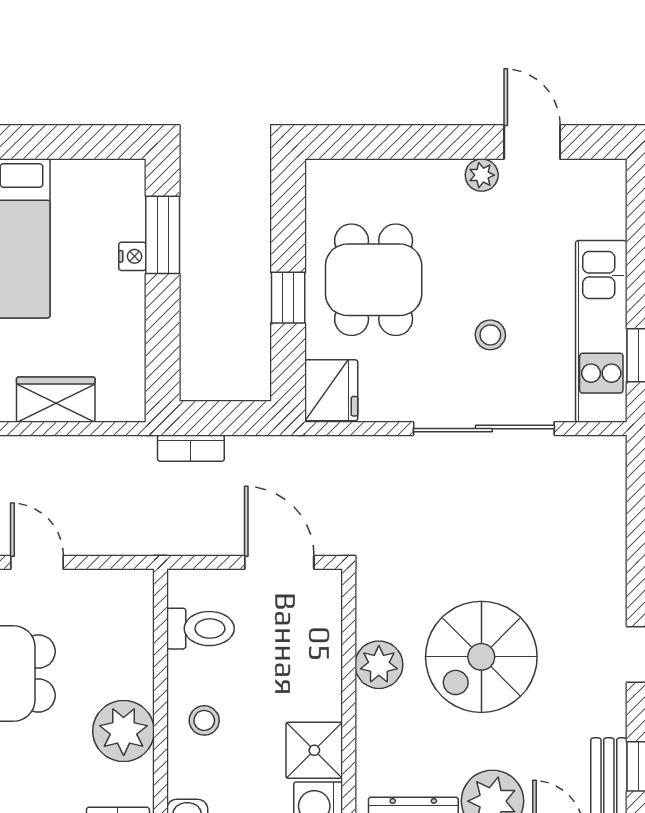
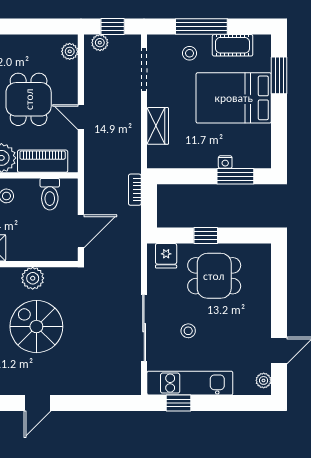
plant: (482, 175) -> (264, 380), moved
fridge: (331, 390) -> (166, 256), width x0.72
door: (37, 562) -> (81, 117), swing flipped
piano: (130, 644) -> (43, 161), added

